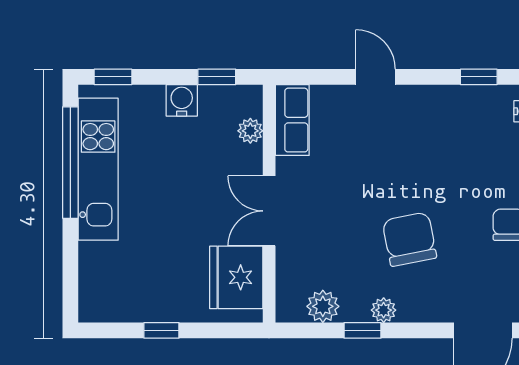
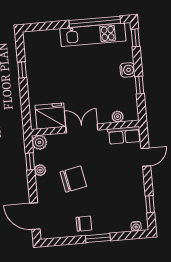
row of seats: (292, 120) -> (124, 135), moved
plant: (250, 131) -> (118, 117), moved
wall: (269, 204) -> (85, 128), moved
double door: (269, 211) -> (82, 128), moved
fridge: (236, 277) -> (50, 116), moved

